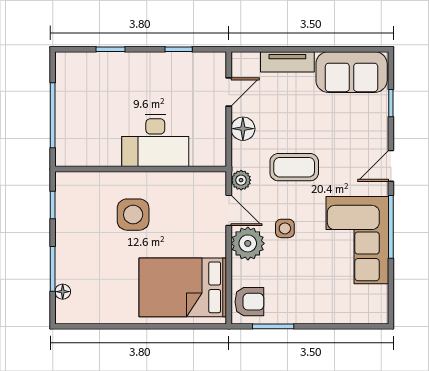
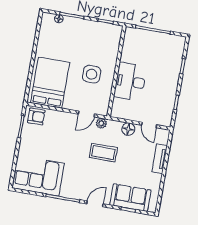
sofa: (352, 72) -> (130, 198), moved, turned 90
door: (391, 166) -> (95, 204), hinge flipped
coffee table: (294, 167) -> (103, 153), turned 90
side table: (133, 215) -> (92, 74), moved
side table: (285, 228) -> (72, 142), removed
corner sofa: (357, 240) -> (38, 176), moved
plant: (248, 243) -> (67, 121), removed
armchair: (249, 302) -> (36, 117), turned -90

